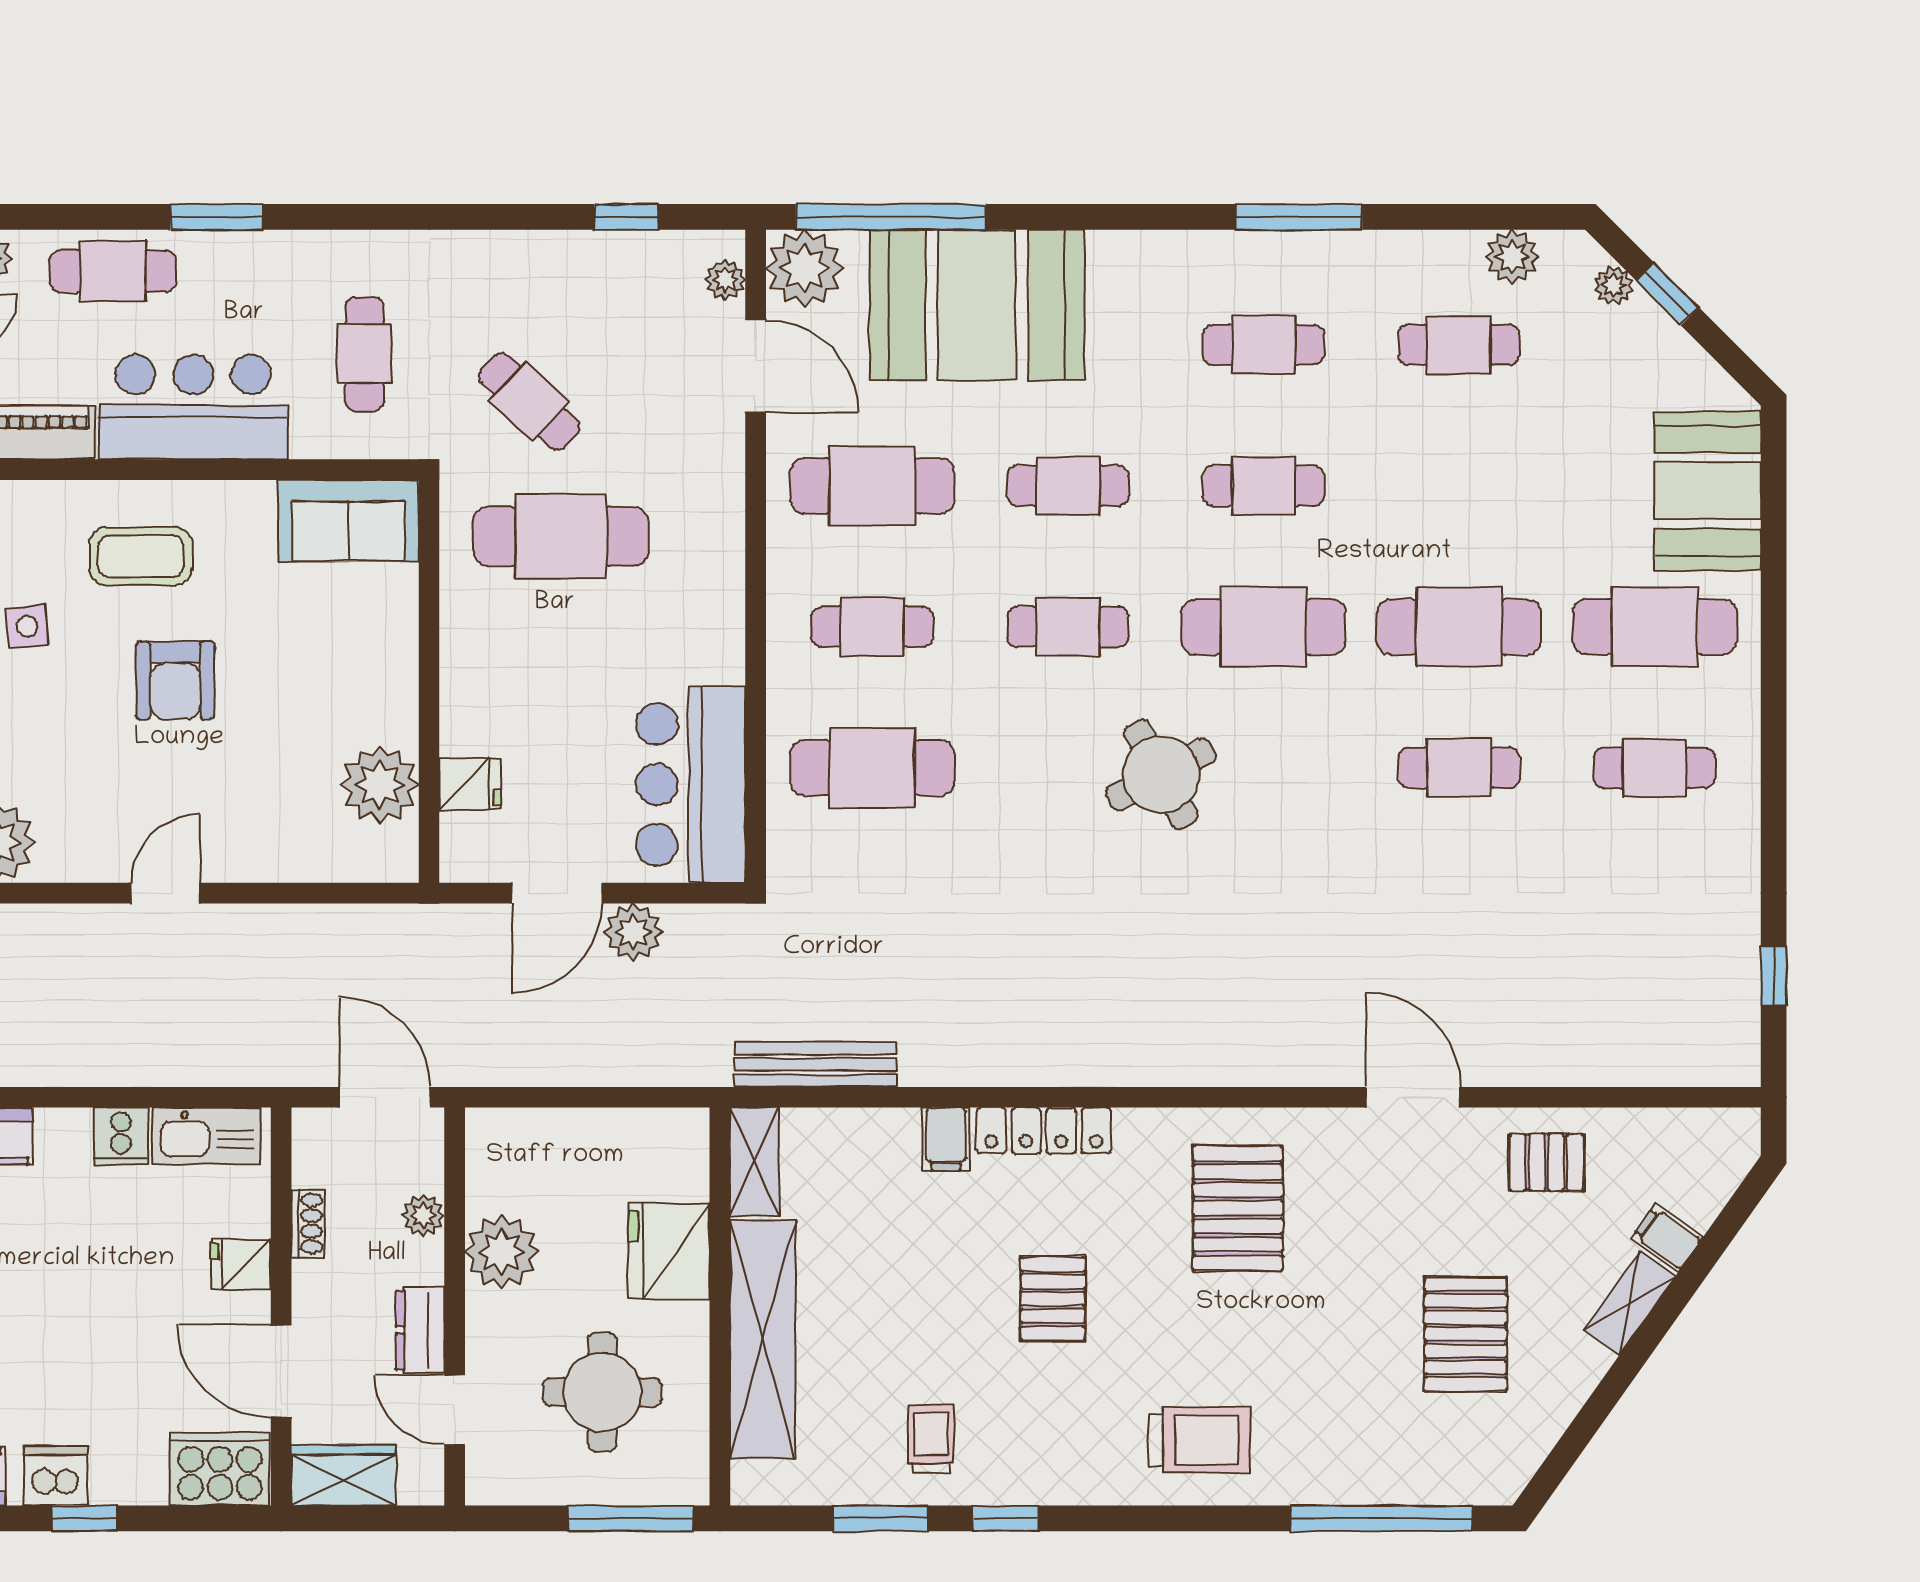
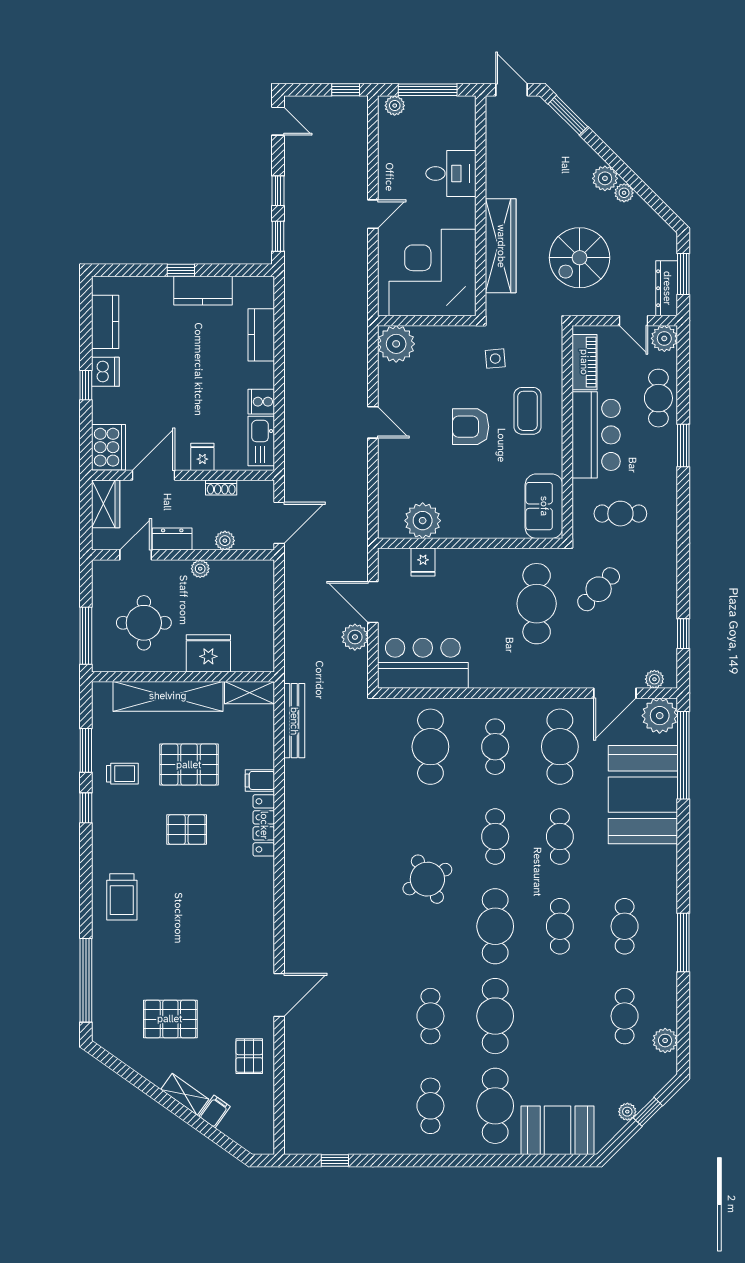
plant: (1614, 285) -> (627, 1112), moved
pallet: (1238, 1208) -> (189, 765), moved
plant: (502, 1252) -> (200, 569), width x0.53, depth x0.53

